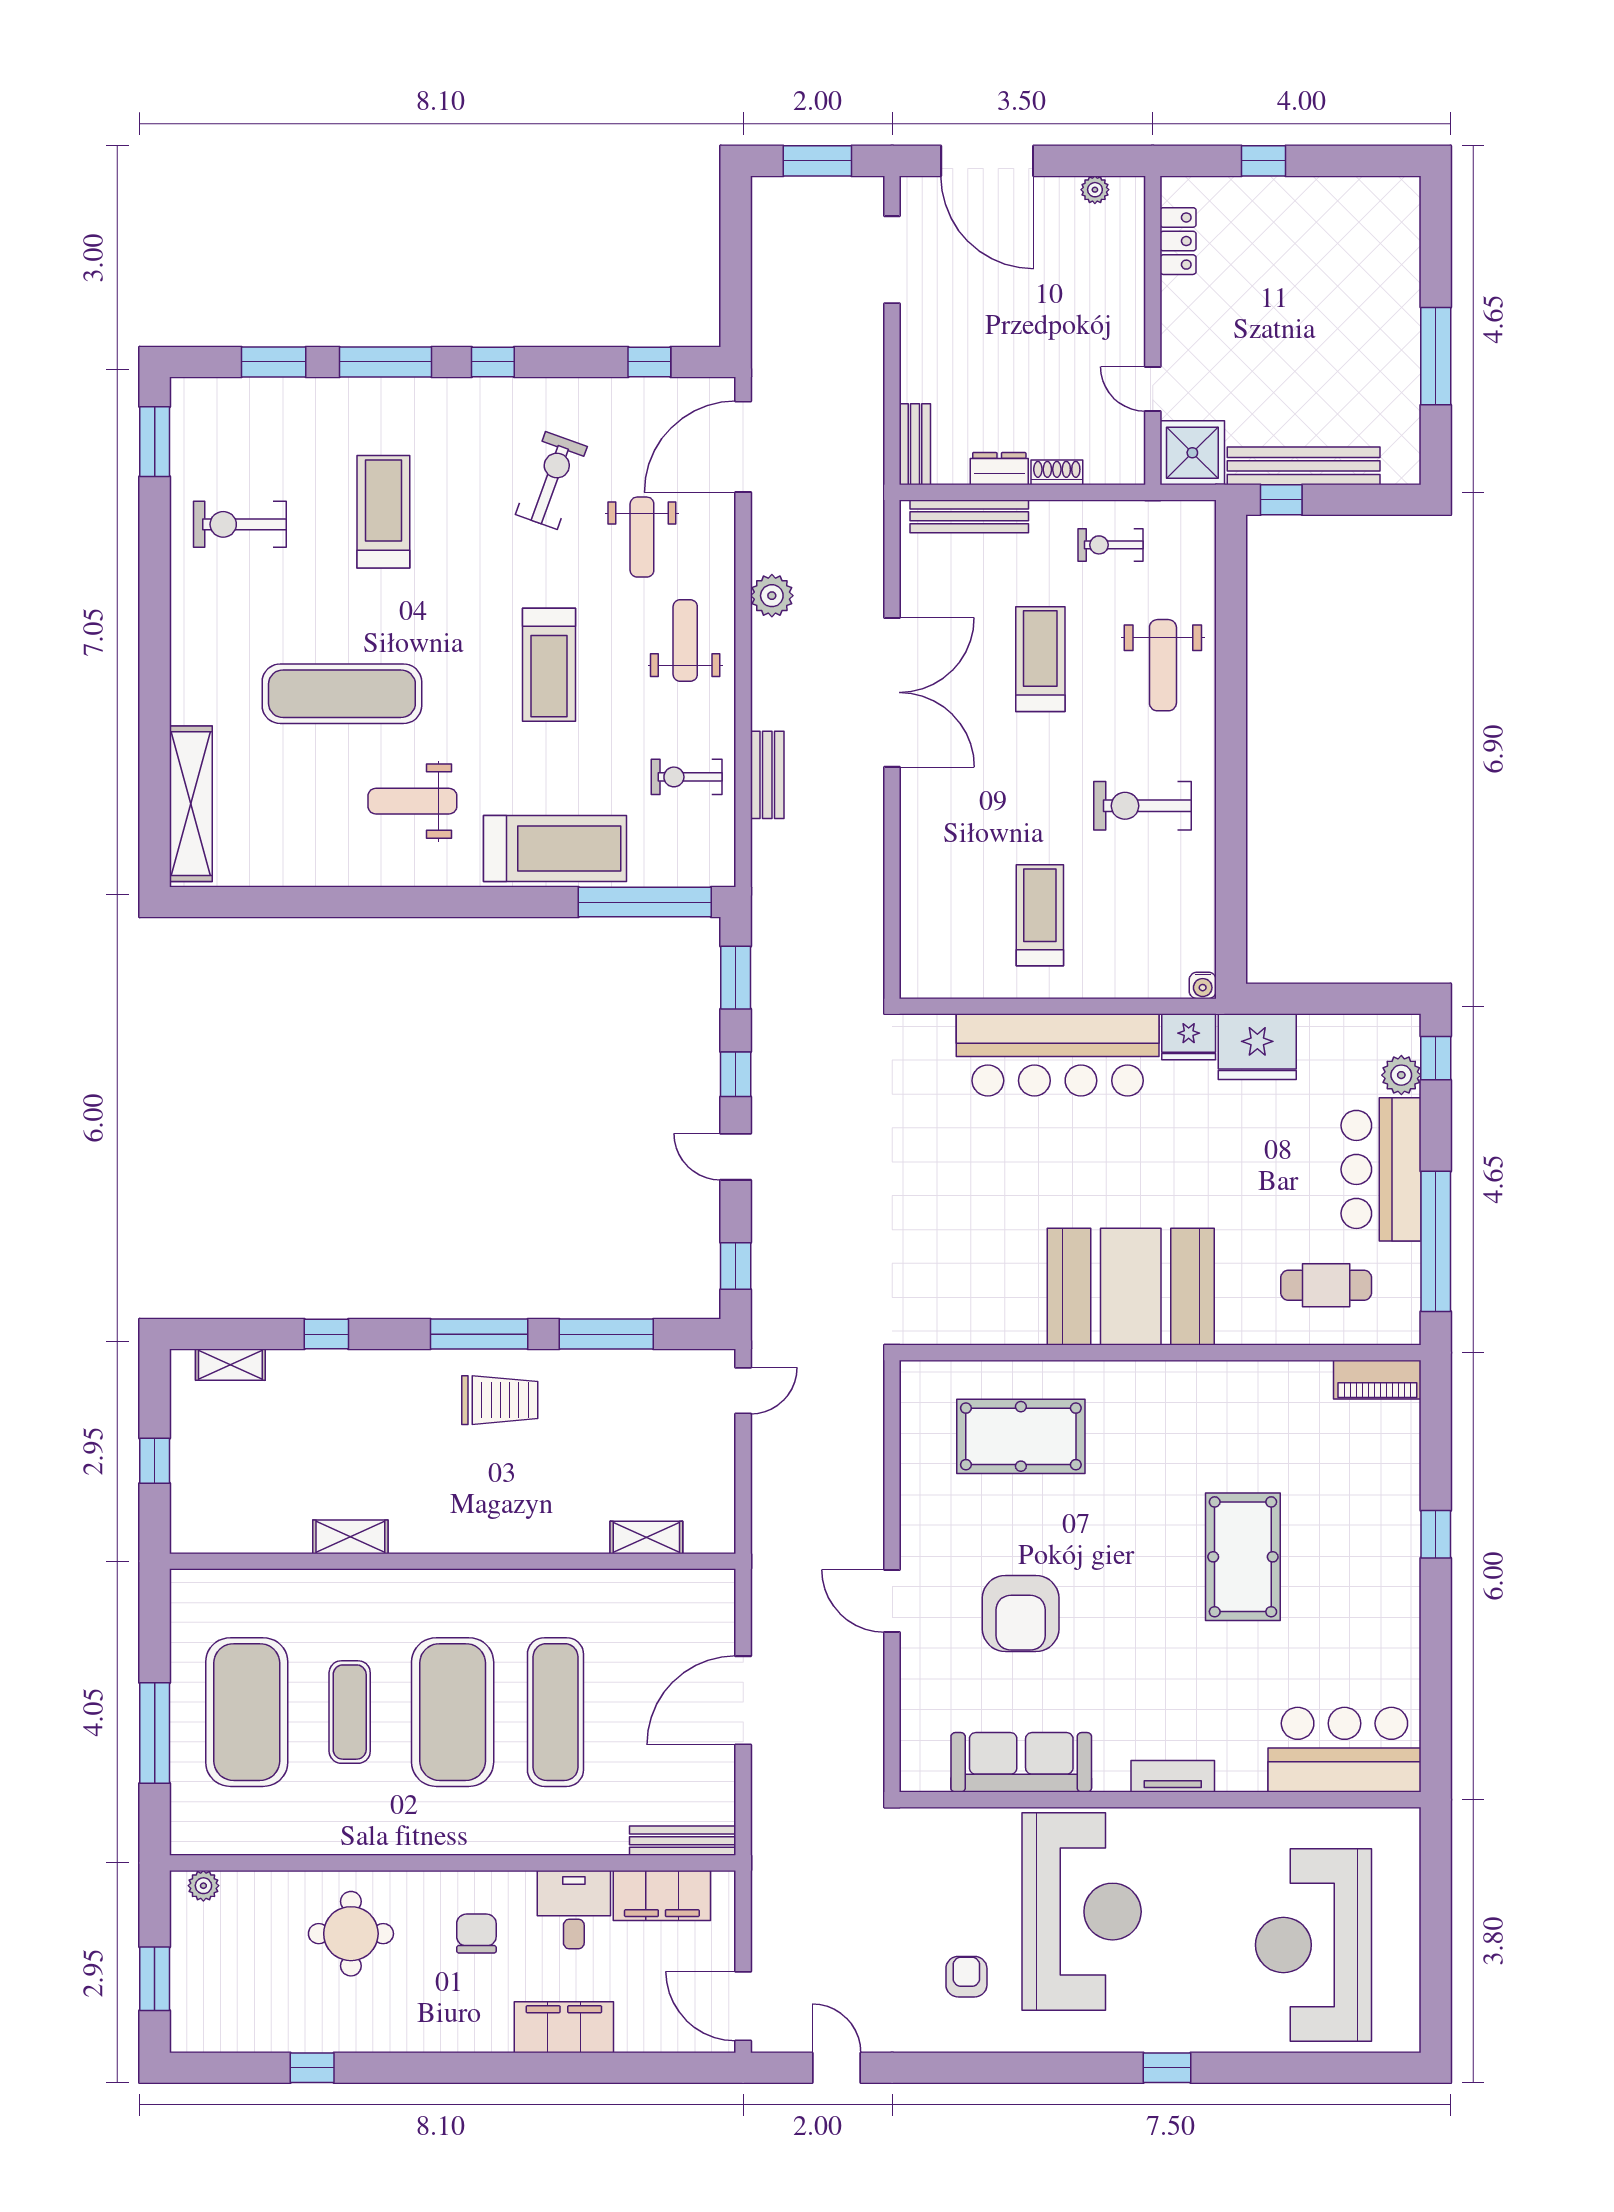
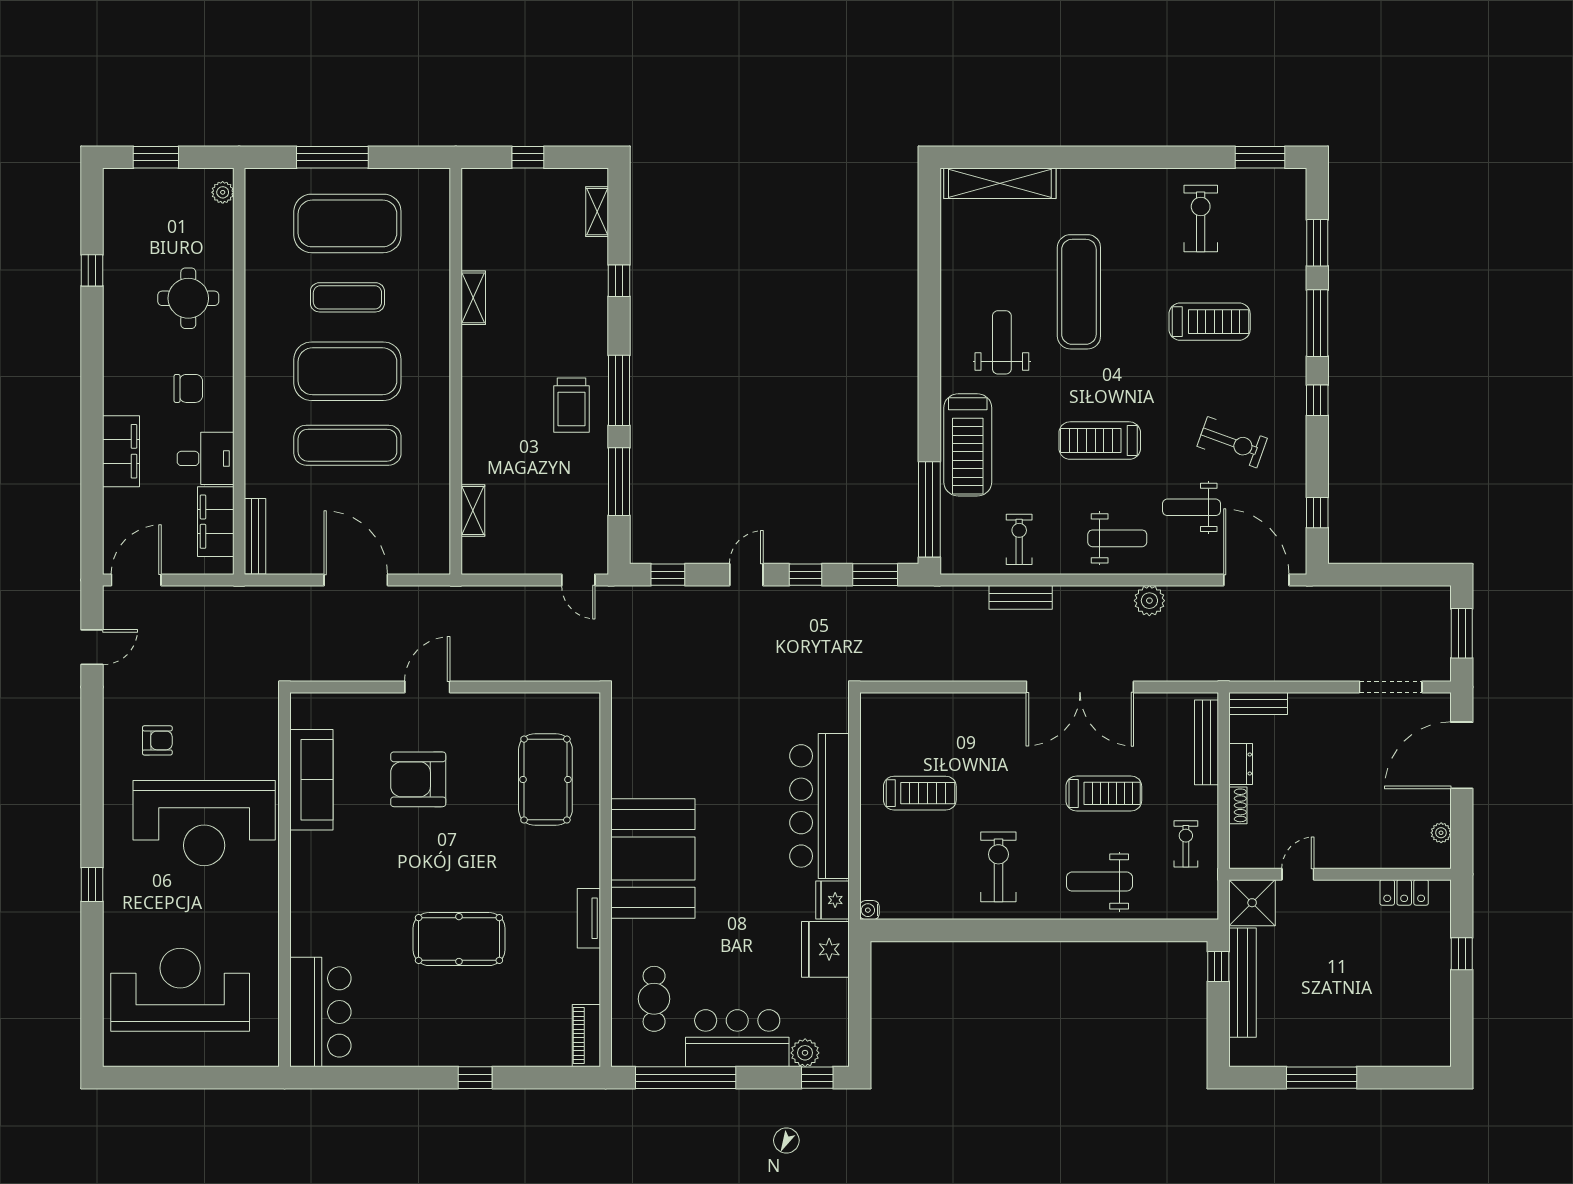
tv unit: (1173, 1776) -> (589, 918), moved, turned 180

